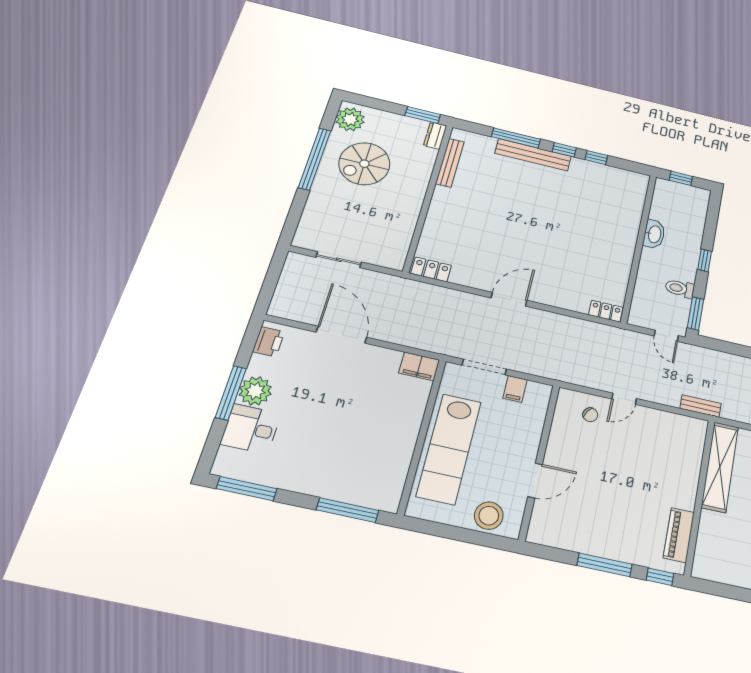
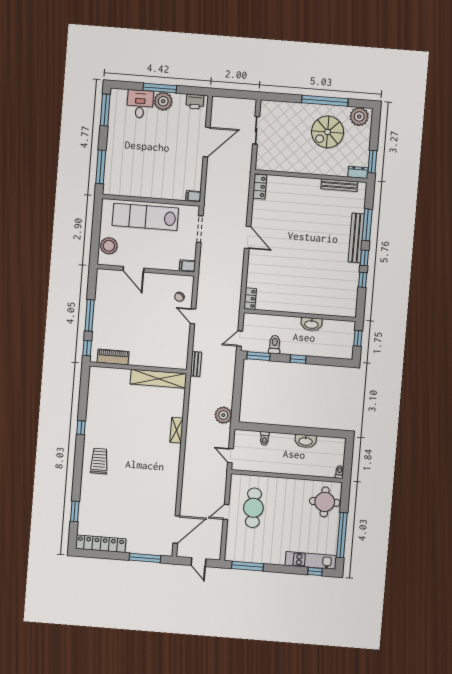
spiral stairs: (364, 164) -> (328, 132), turned -90
filing cabinet: (419, 366) -> (193, 196), width x0.50
filing cabinet: (515, 389) -> (187, 266), moved

